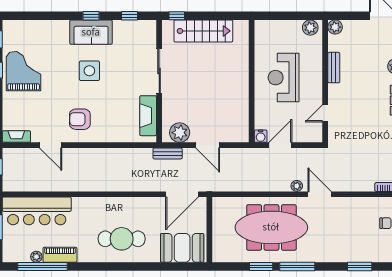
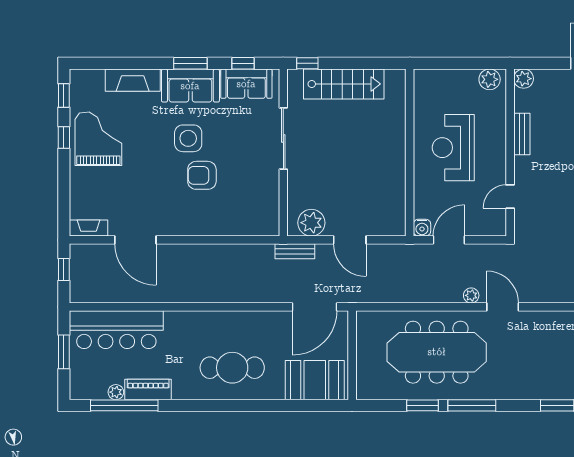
window: (91, 16) -> (190, 63), width x1.50
sofa: (132, 31) -> (246, 84), added
fireplace: (148, 116) -> (133, 80), moved, turned -90
armchair: (80, 119) -> (202, 175), moved
door: (51, 145) -> (135, 240), width x1.36

